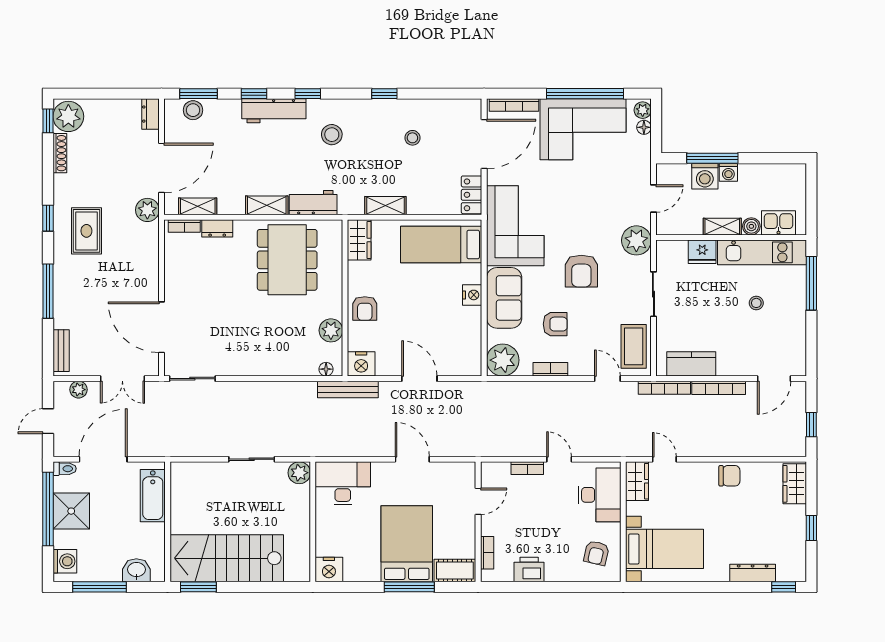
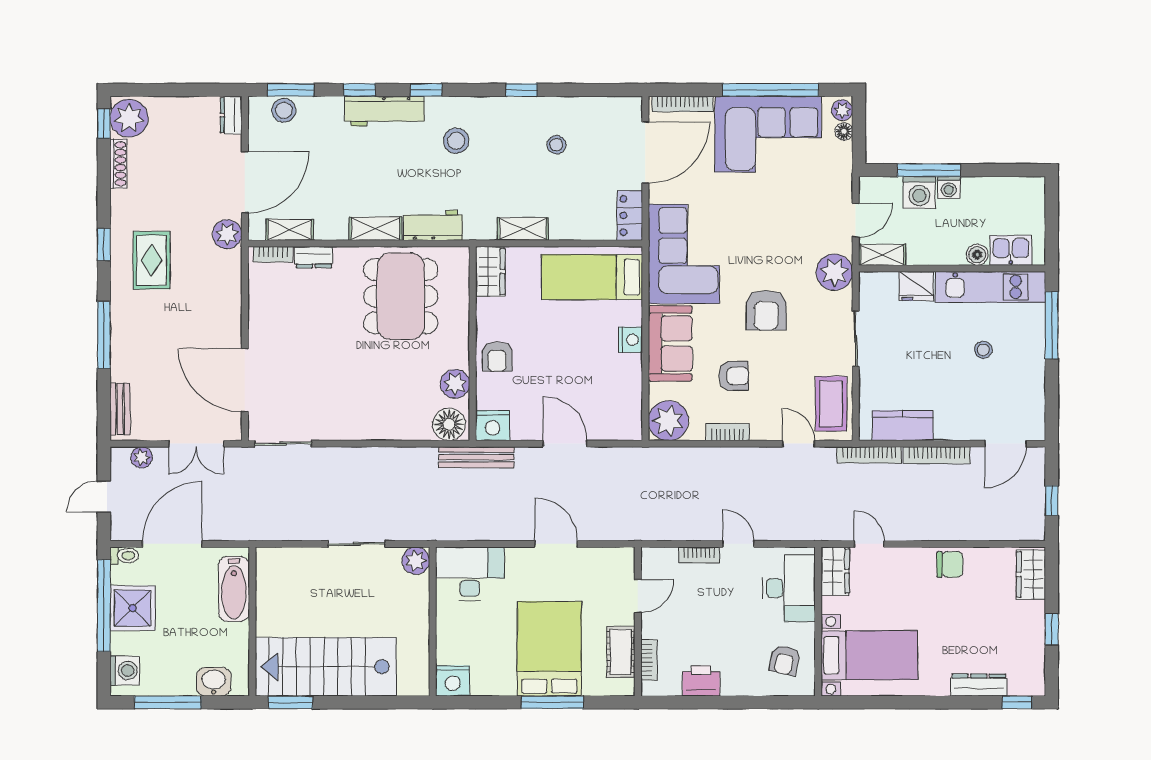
shelving: (722, 227) -> (882, 255), moved
floor lamp: (326, 369) -> (449, 424), width x1.89, depth x1.89
cot: (455, 571) -> (621, 652), moved, turned 90

